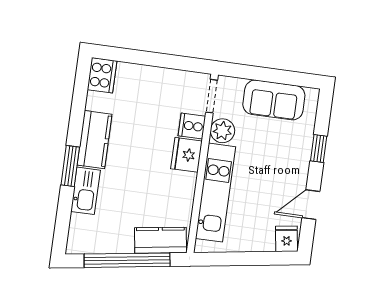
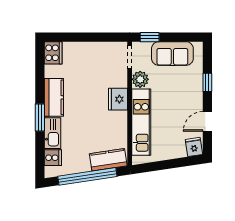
window: (244, 72) -> (150, 37), added
cooker: (192, 126) -> (53, 158), moved, turned 180

